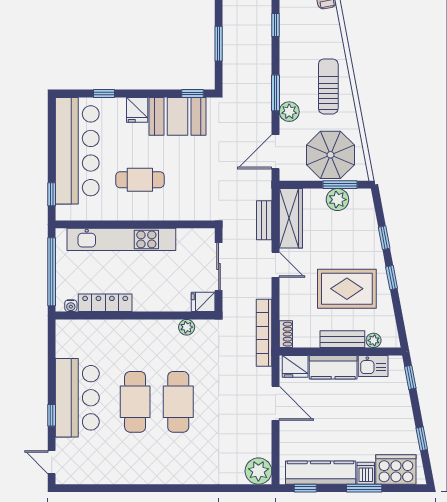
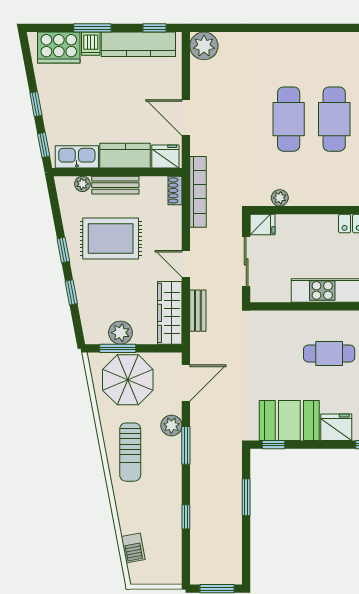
fridge: (137, 110) -> (336, 427), width x1.38
kitchen sink: (373, 366) -> (77, 157), width x1.38
window: (422, 439) -> (36, 104), moved

